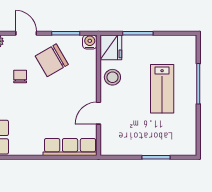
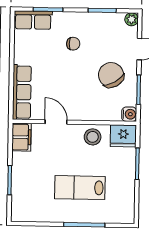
chair: (20, 77) -> (73, 44), moved
filing cabinet: (114, 147) -> (21, 137), added

